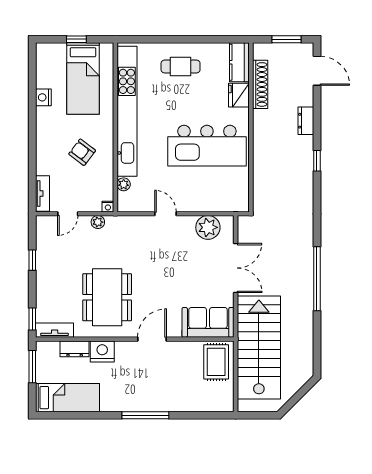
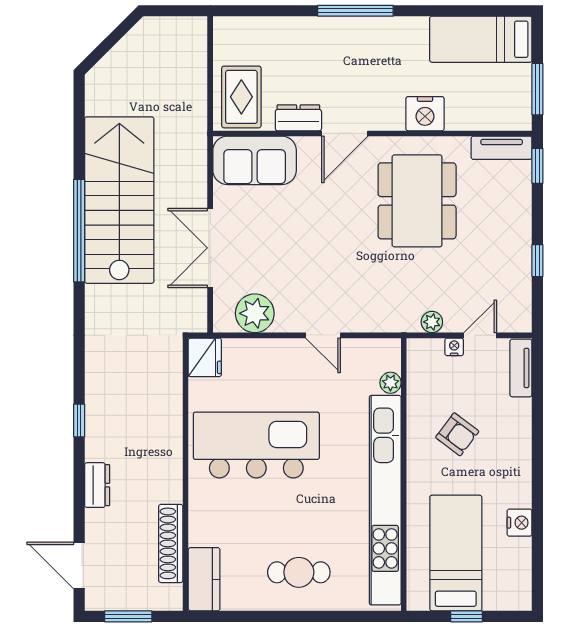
fridge: (239, 95) -> (205, 357), moved
nightstand: (108, 207) -> (454, 347), moved
stairs: (259, 347) -> (119, 200), moved, turned 180
dresser: (75, 349) -> (298, 118), moved

